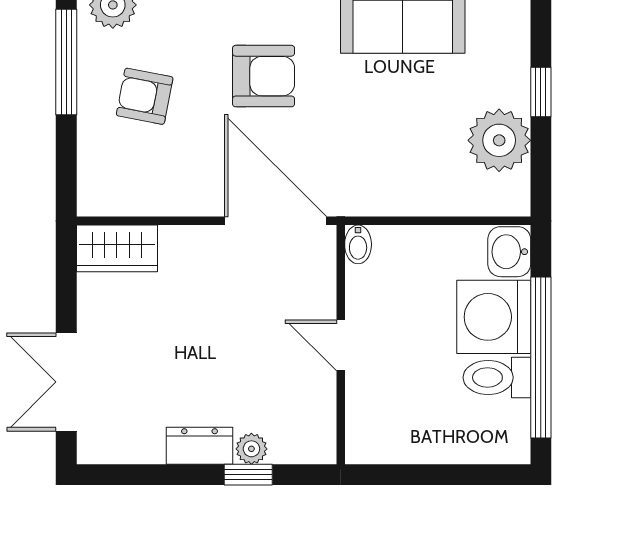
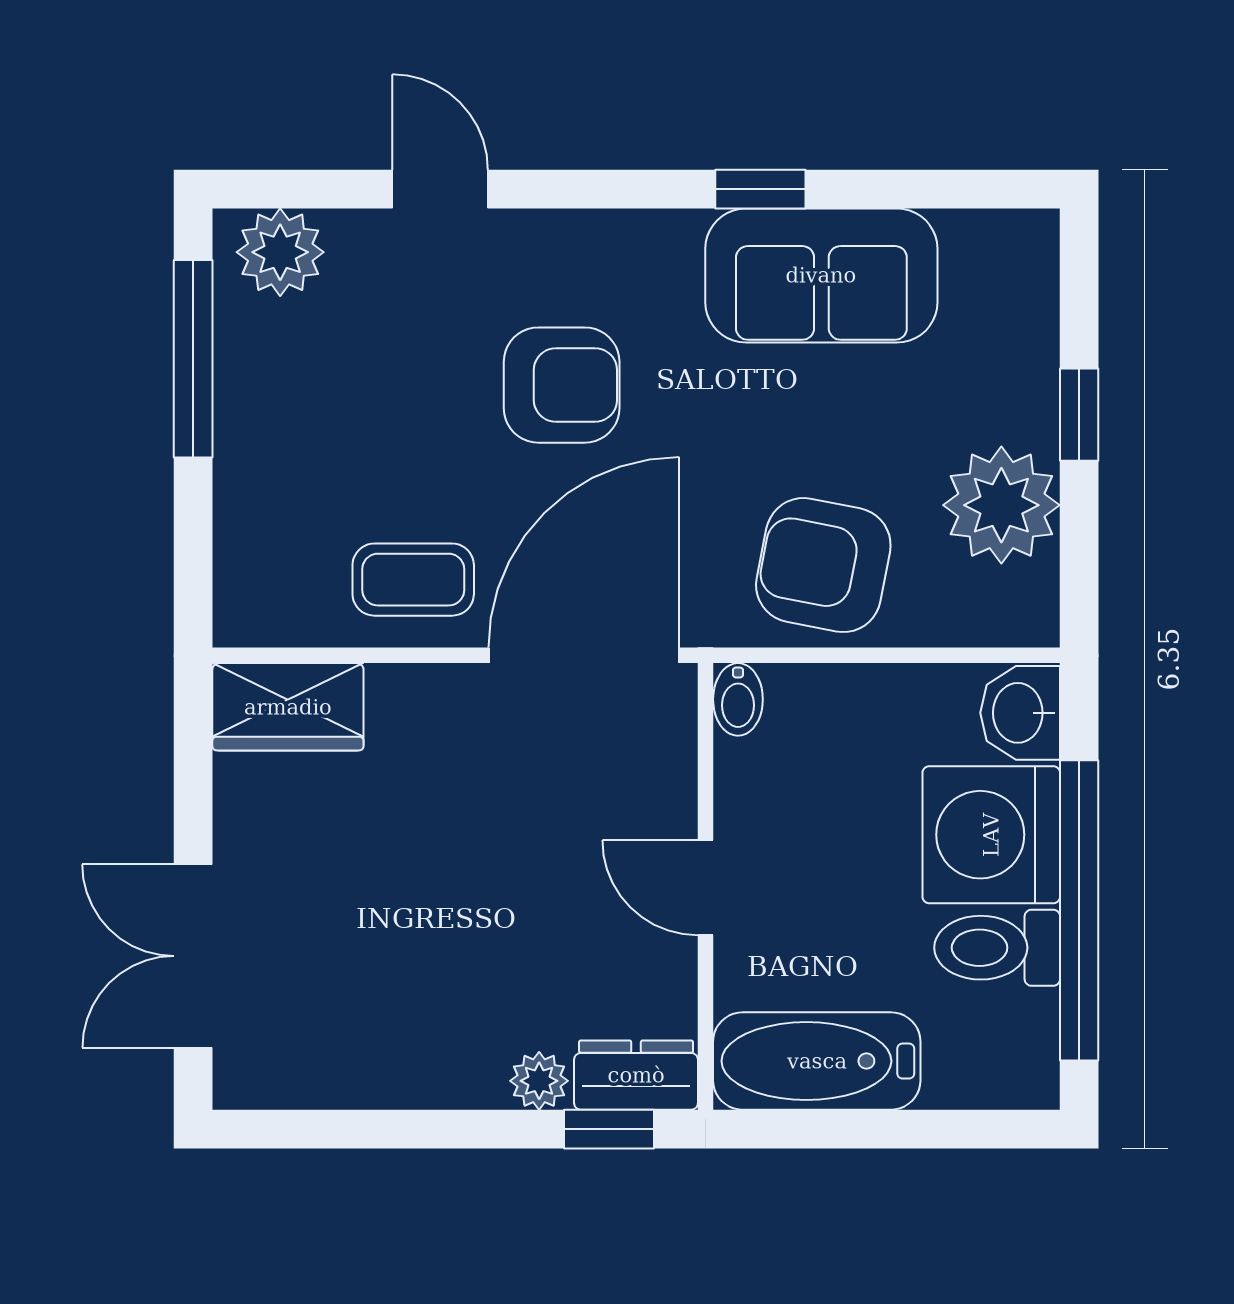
armchair: (145, 96) -> (823, 565), moved, width x1.38, depth x1.38
coffee table: (184, 180) -> (413, 580), added
door: (276, 221) -> (584, 655), hinge flipped
bathtub: (400, 438) -> (817, 1061), added
dresser: (200, 446) -> (636, 1075), moved
window: (248, 475) -> (609, 1129), moved

